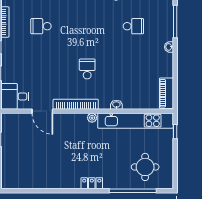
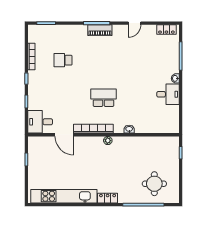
school desk: (133, 26) -> (144, 60), removed
desk: (161, 65) -> (168, 94), added
school desk: (87, 69) -> (104, 98), width x1.85
piano: (166, 93) -> (173, 119), removed
kitchen unit: (135, 121) -> (64, 196), moved, turned 180

